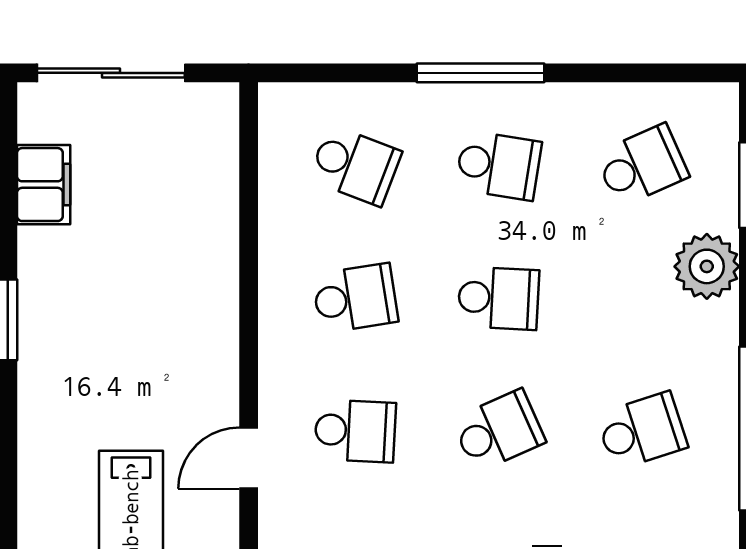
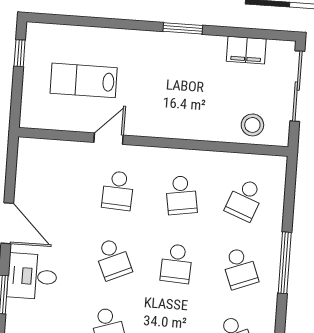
stool: (199, 161) -> (252, 125), added
school desk: (499, 165) -> (240, 268), turned -30
door: (249, 458) -> (109, 139), hinge flipped

